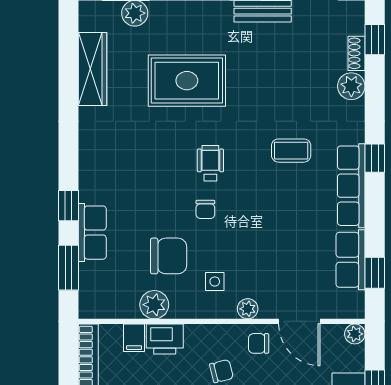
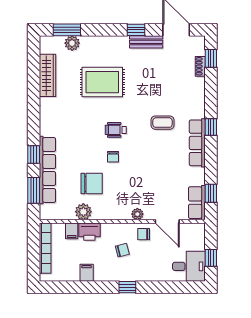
plant: (351, 86) -> (197, 85), removed
wheelchair: (210, 163) -> (116, 130), turned -90
row of seats: (92, 233) -> (47, 170), width x2.02
row of seats: (351, 260) -> (197, 203), moved
side table: (215, 282) -> (118, 198), removed
plant: (355, 334) -> (199, 229), removed

